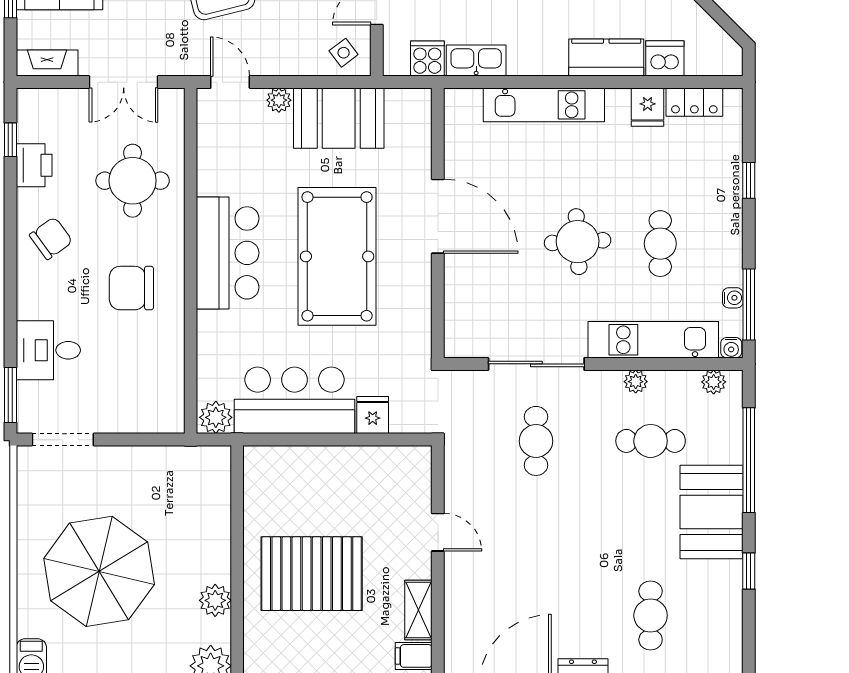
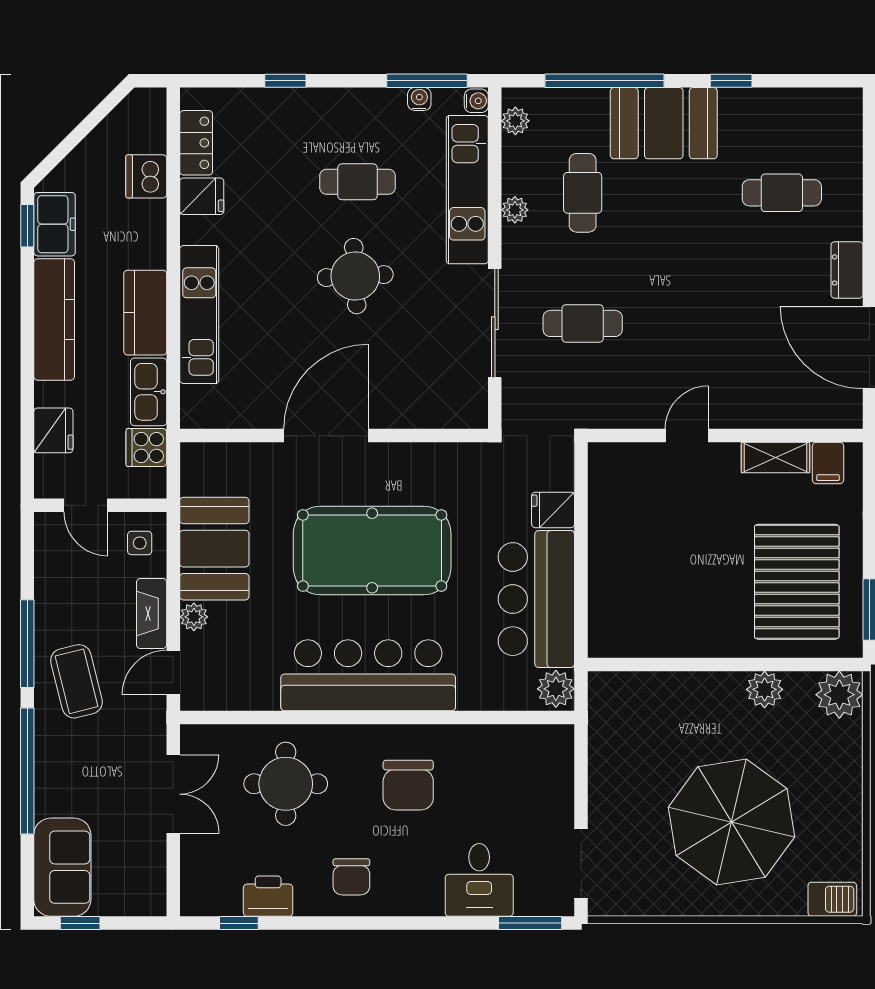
side table: (344, 53) -> (140, 543), turned 37
kitchen counter: (606, 58) -> (145, 313), moved
fireplace: (47, 63) -> (152, 614), moved
chair: (51, 238) -> (351, 877), turned -144
bar counter: (228, 253) -> (368, 675), width x1.36
pallet: (312, 574) -> (797, 582), moved

